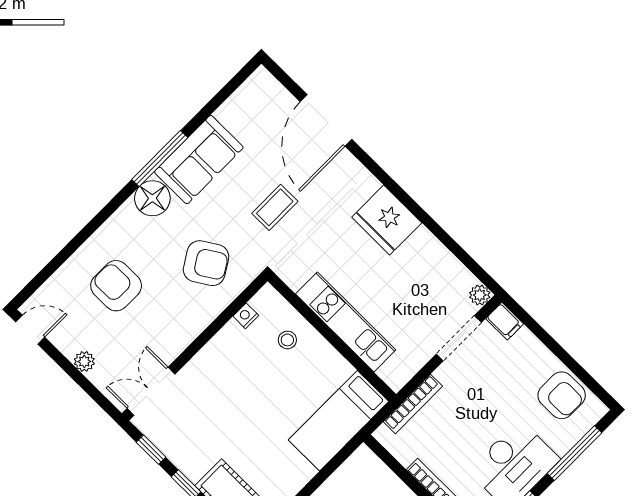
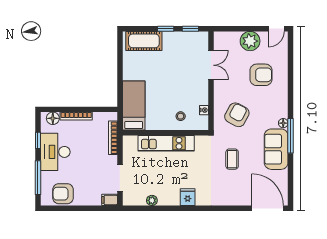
door: (326, 120) -> (267, 208), moved
floor lamp: (152, 198) -> (283, 123), width x0.53, depth x0.53
fridge: (387, 220) -> (188, 197), width x0.53, depth x0.75
armchair: (206, 263) -> (237, 115), turned 150
plant: (480, 295) -> (152, 200), moved
plant: (84, 361) -> (250, 41), width x1.87, depth x1.87
double door: (151, 391) -> (211, 65), moved

